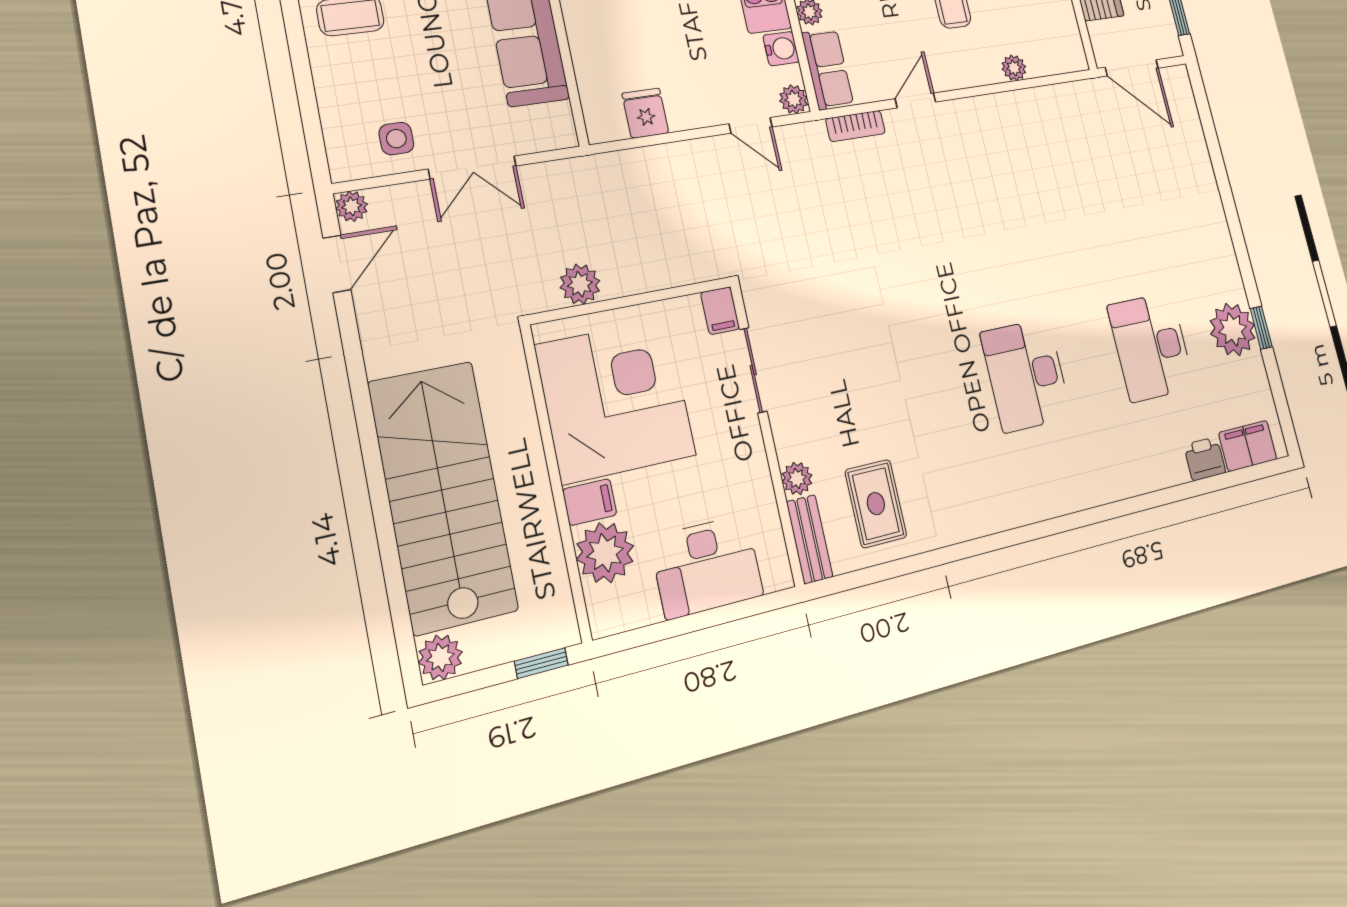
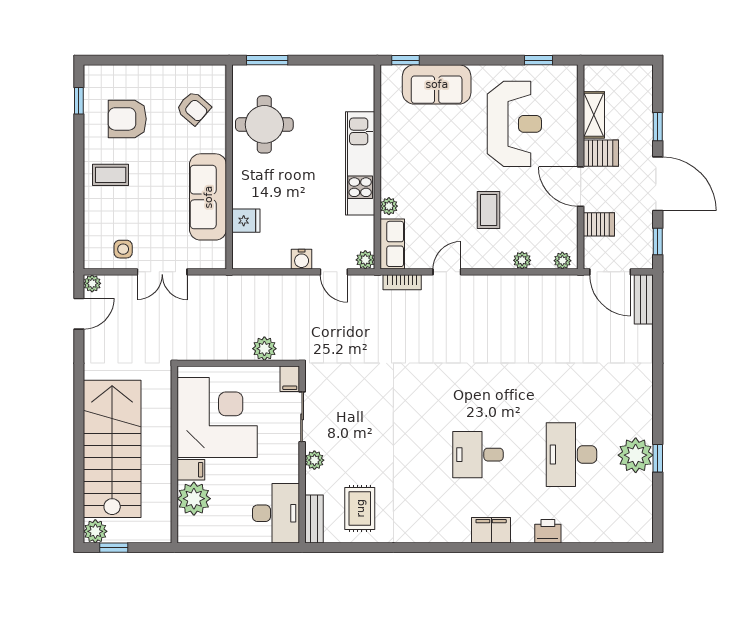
water cooler: (781, 49) -> (302, 259), moved, turned 90
plant: (1067, 60) -> (562, 261), added
bench: (1184, 100) -> (644, 299), added
fridge: (645, 113) -> (246, 221), moved, turned 90
plant: (580, 284) -> (264, 349), moved
desk: (1026, 375) -> (478, 455), width x0.73
filing cabinet: (1248, 446) -> (491, 530), moved
printer: (1205, 459) -> (548, 531), moved
plant: (797, 478) -> (314, 460), moved
desk: (707, 567) -> (276, 513), moved, turned -90
window: (541, 663) -> (114, 548), moved

